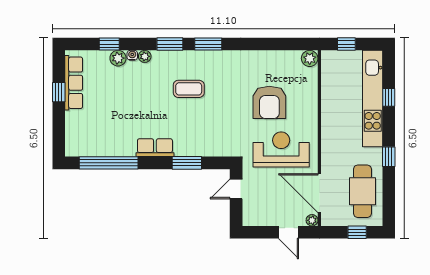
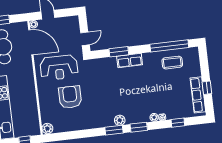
plant: (118, 58) -> (120, 120), moved
coffee table: (189, 89) -> (172, 63), moved
row of seats: (155, 148) -> (130, 60), moved

